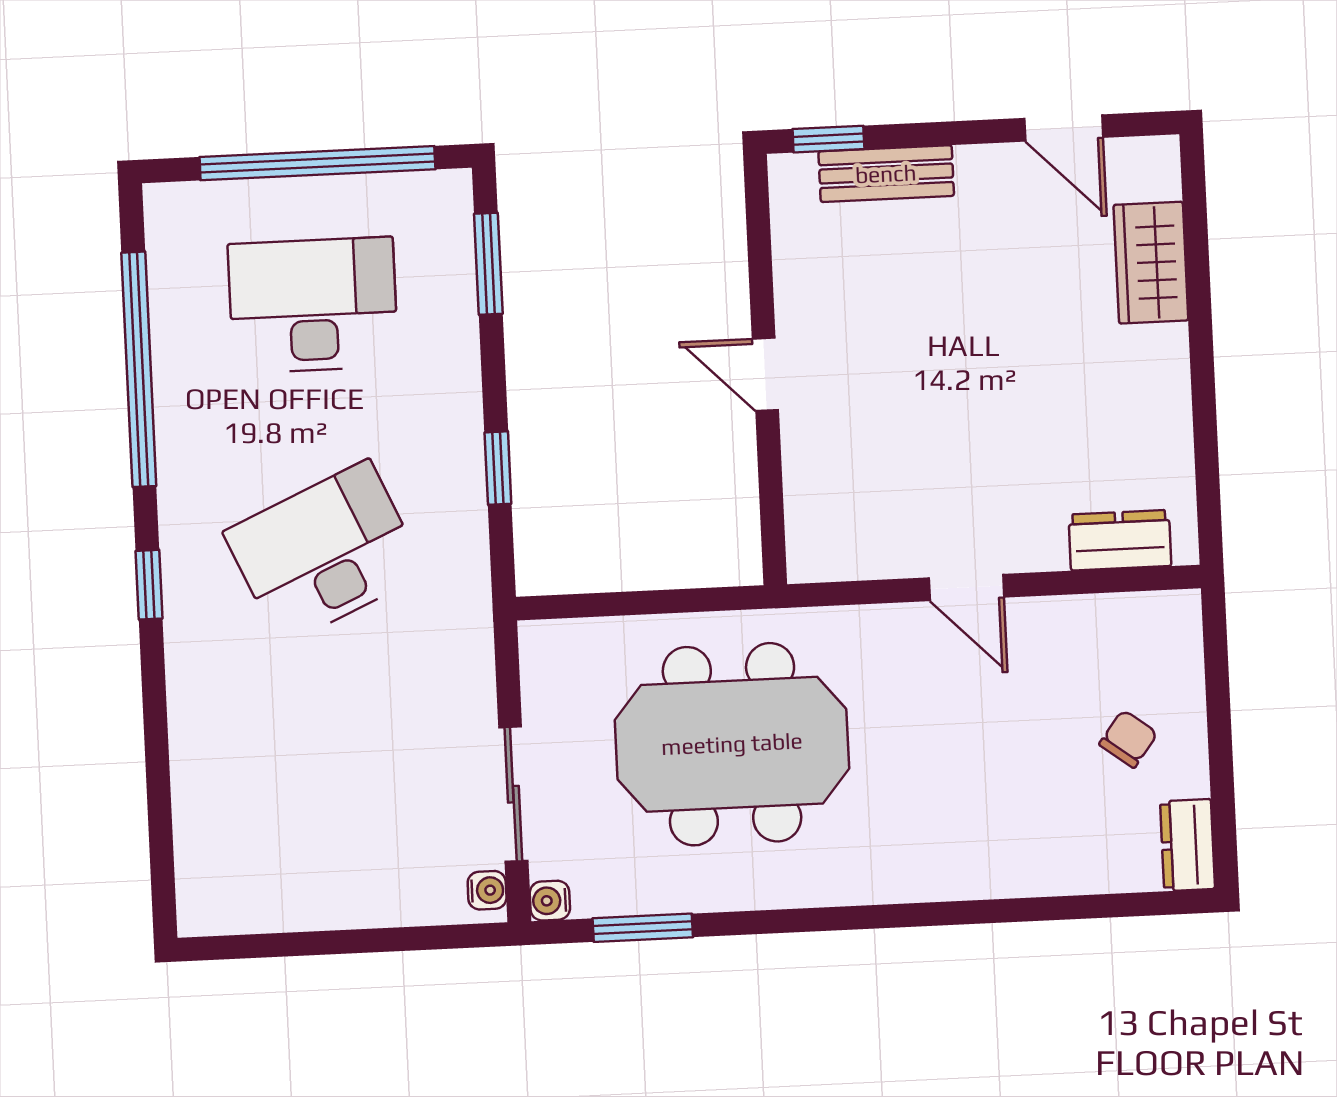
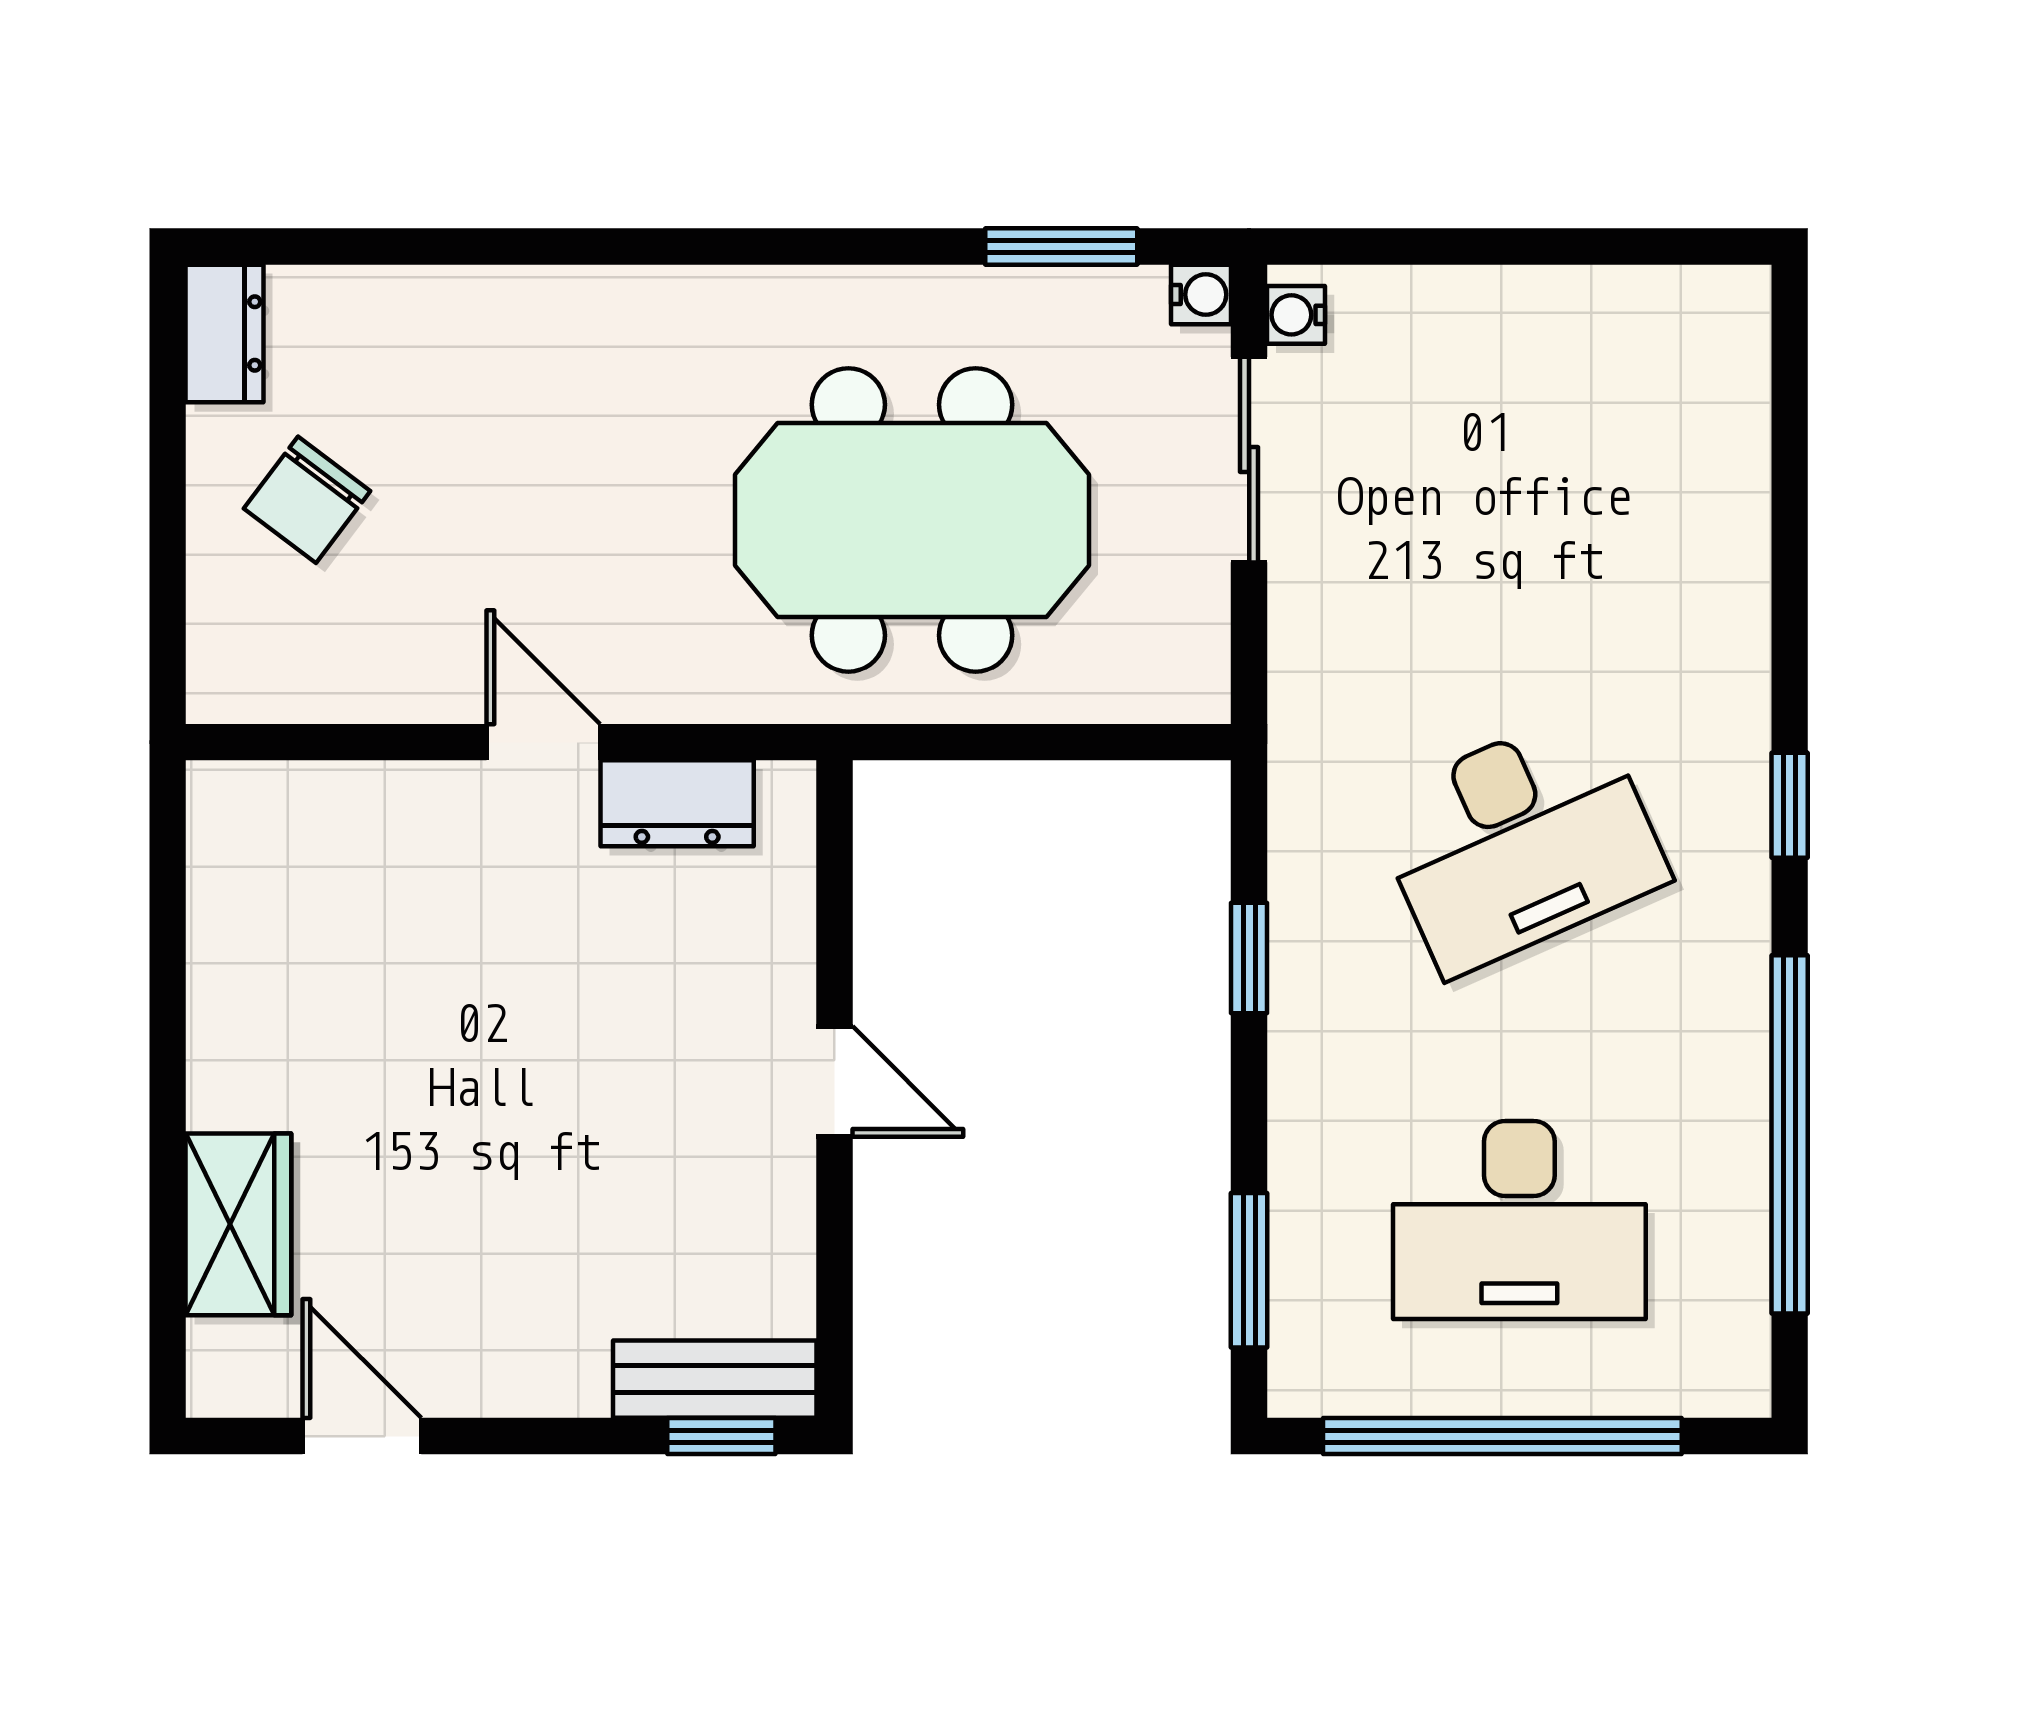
bench: (886, 174) -> (715, 1379), moved
dresser: (1120, 540) -> (677, 803), moved
chair: (1128, 739) -> (307, 500), width x1.37, depth x1.37

